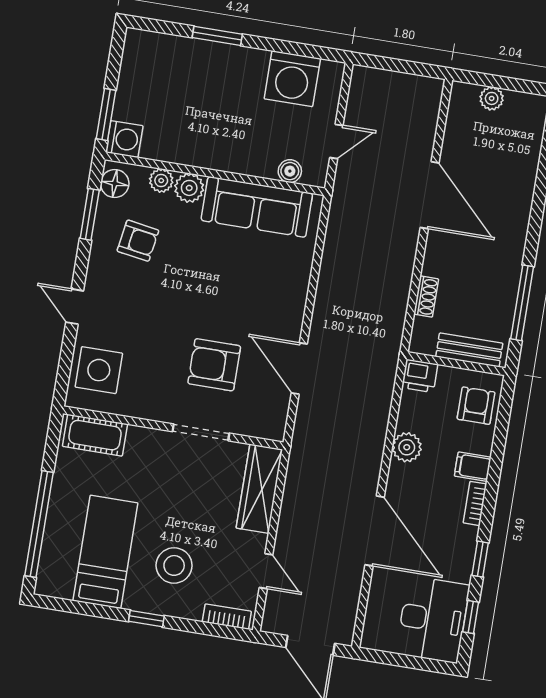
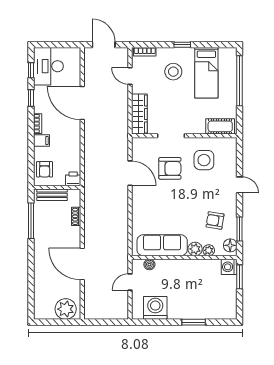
plant: (492, 98) -> (66, 309), width x1.87, depth x1.87
side table: (99, 370) -> (204, 160), moved
plant: (407, 447) -> (74, 145), removed

